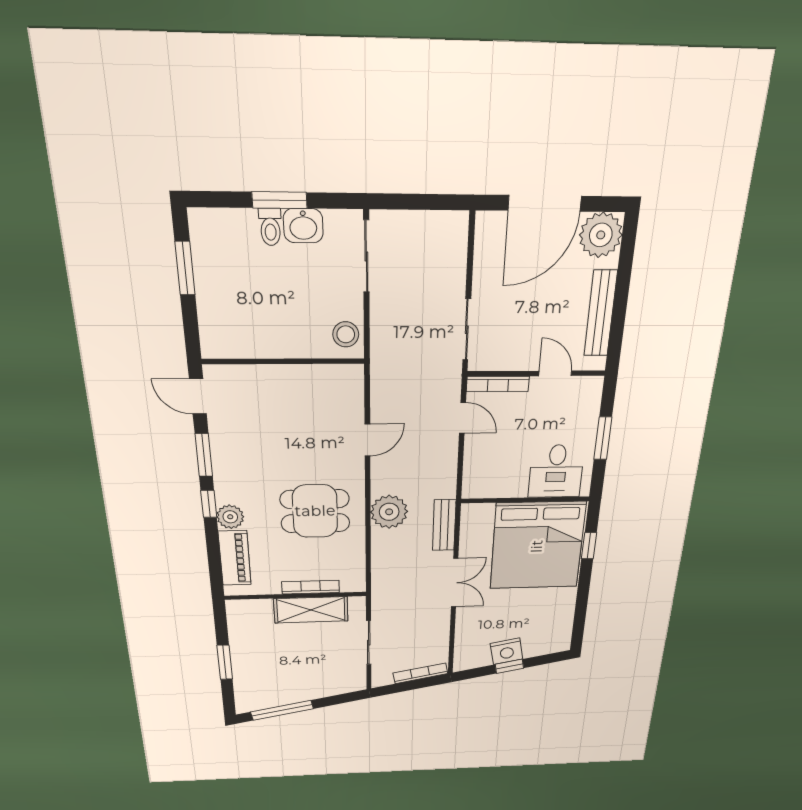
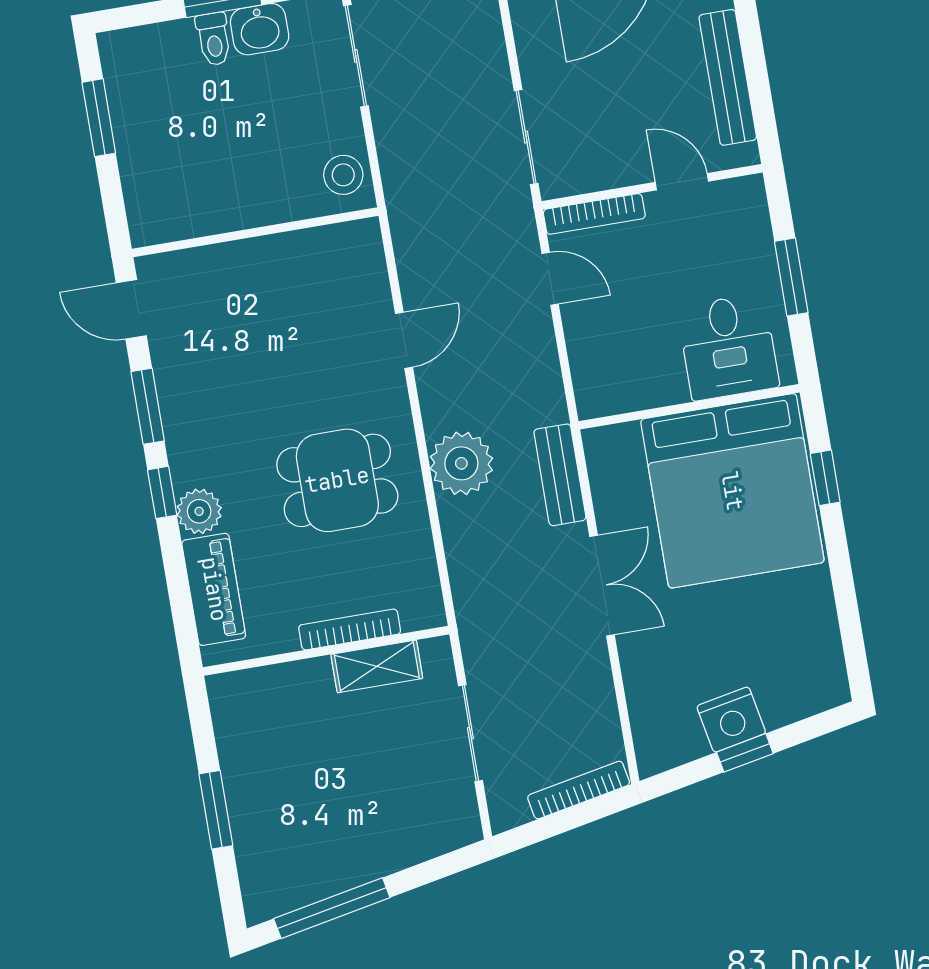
shelving: (311, 610) -> (377, 666), width x0.67, depth x0.75

